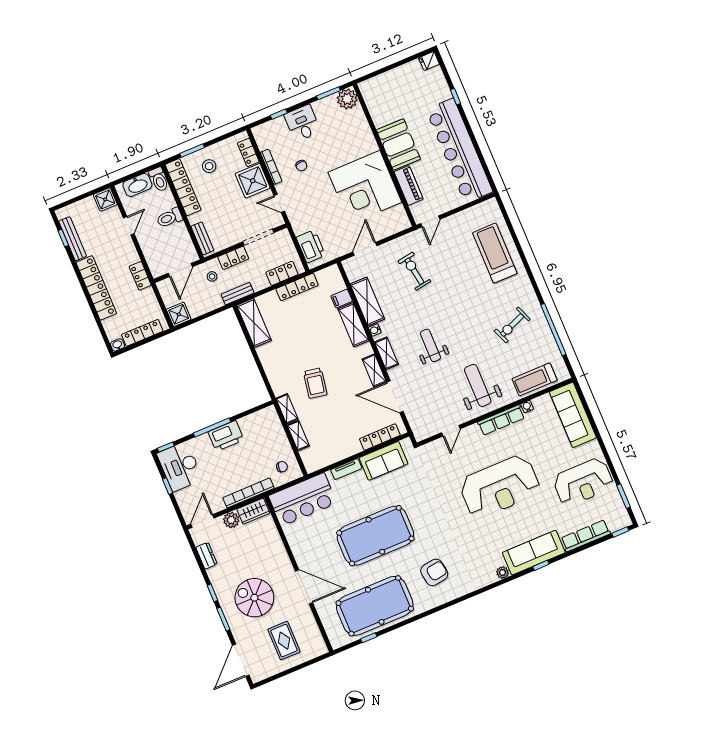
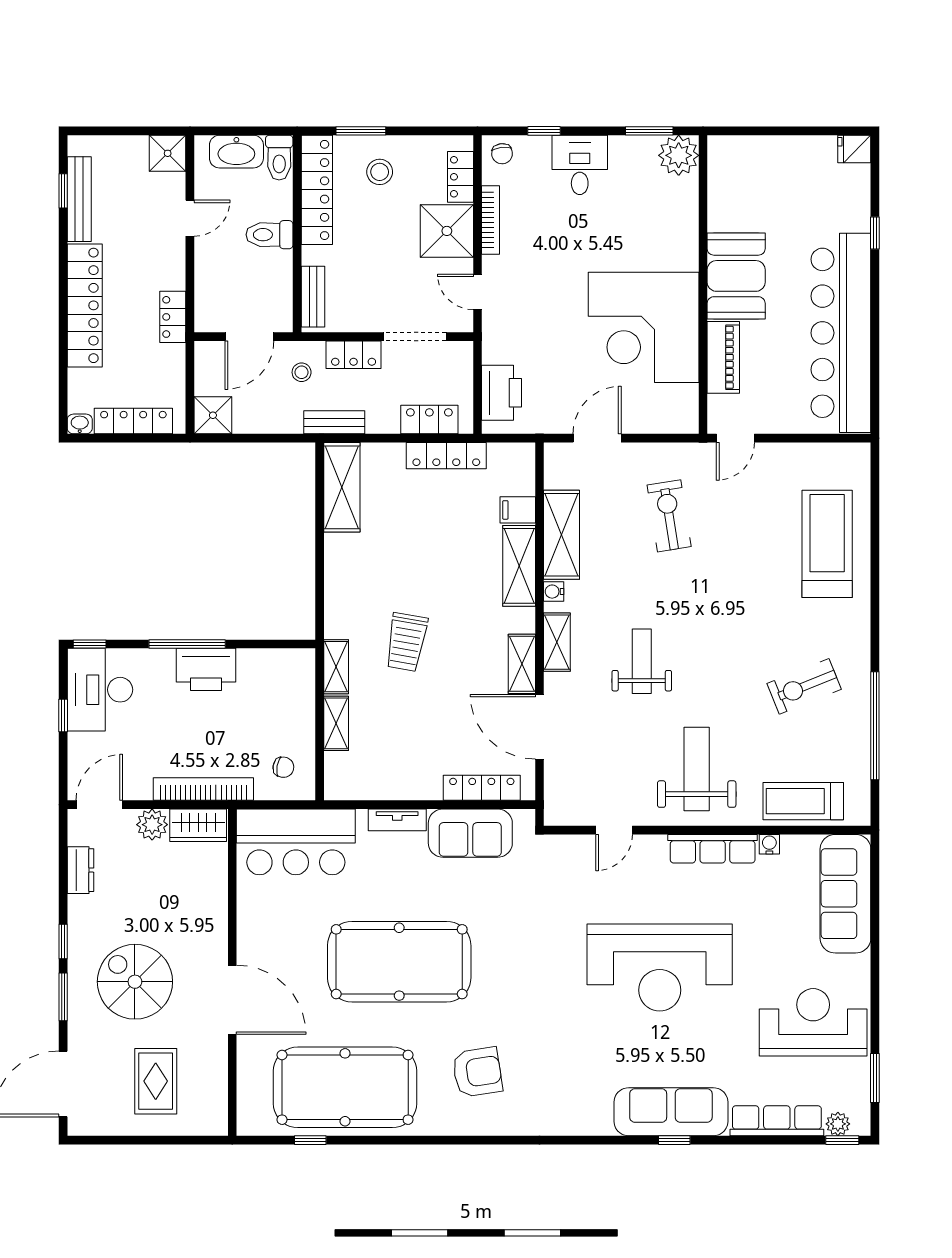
chair: (301, 166) -> (502, 154), moved
reception desk: (583, 482) -> (813, 1022), turned 180
plant: (503, 572) -> (838, 1124), moved

